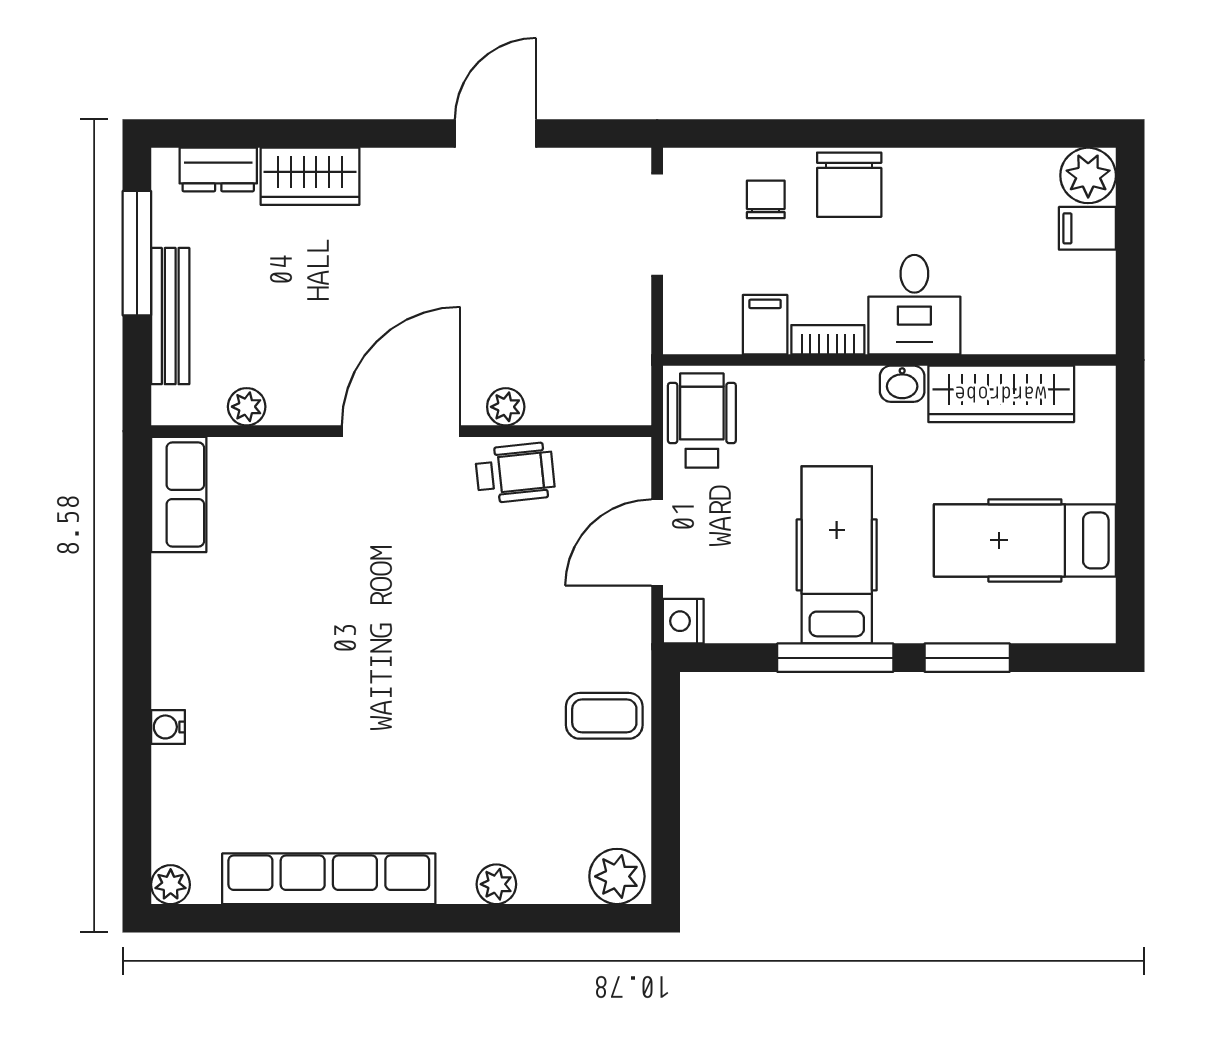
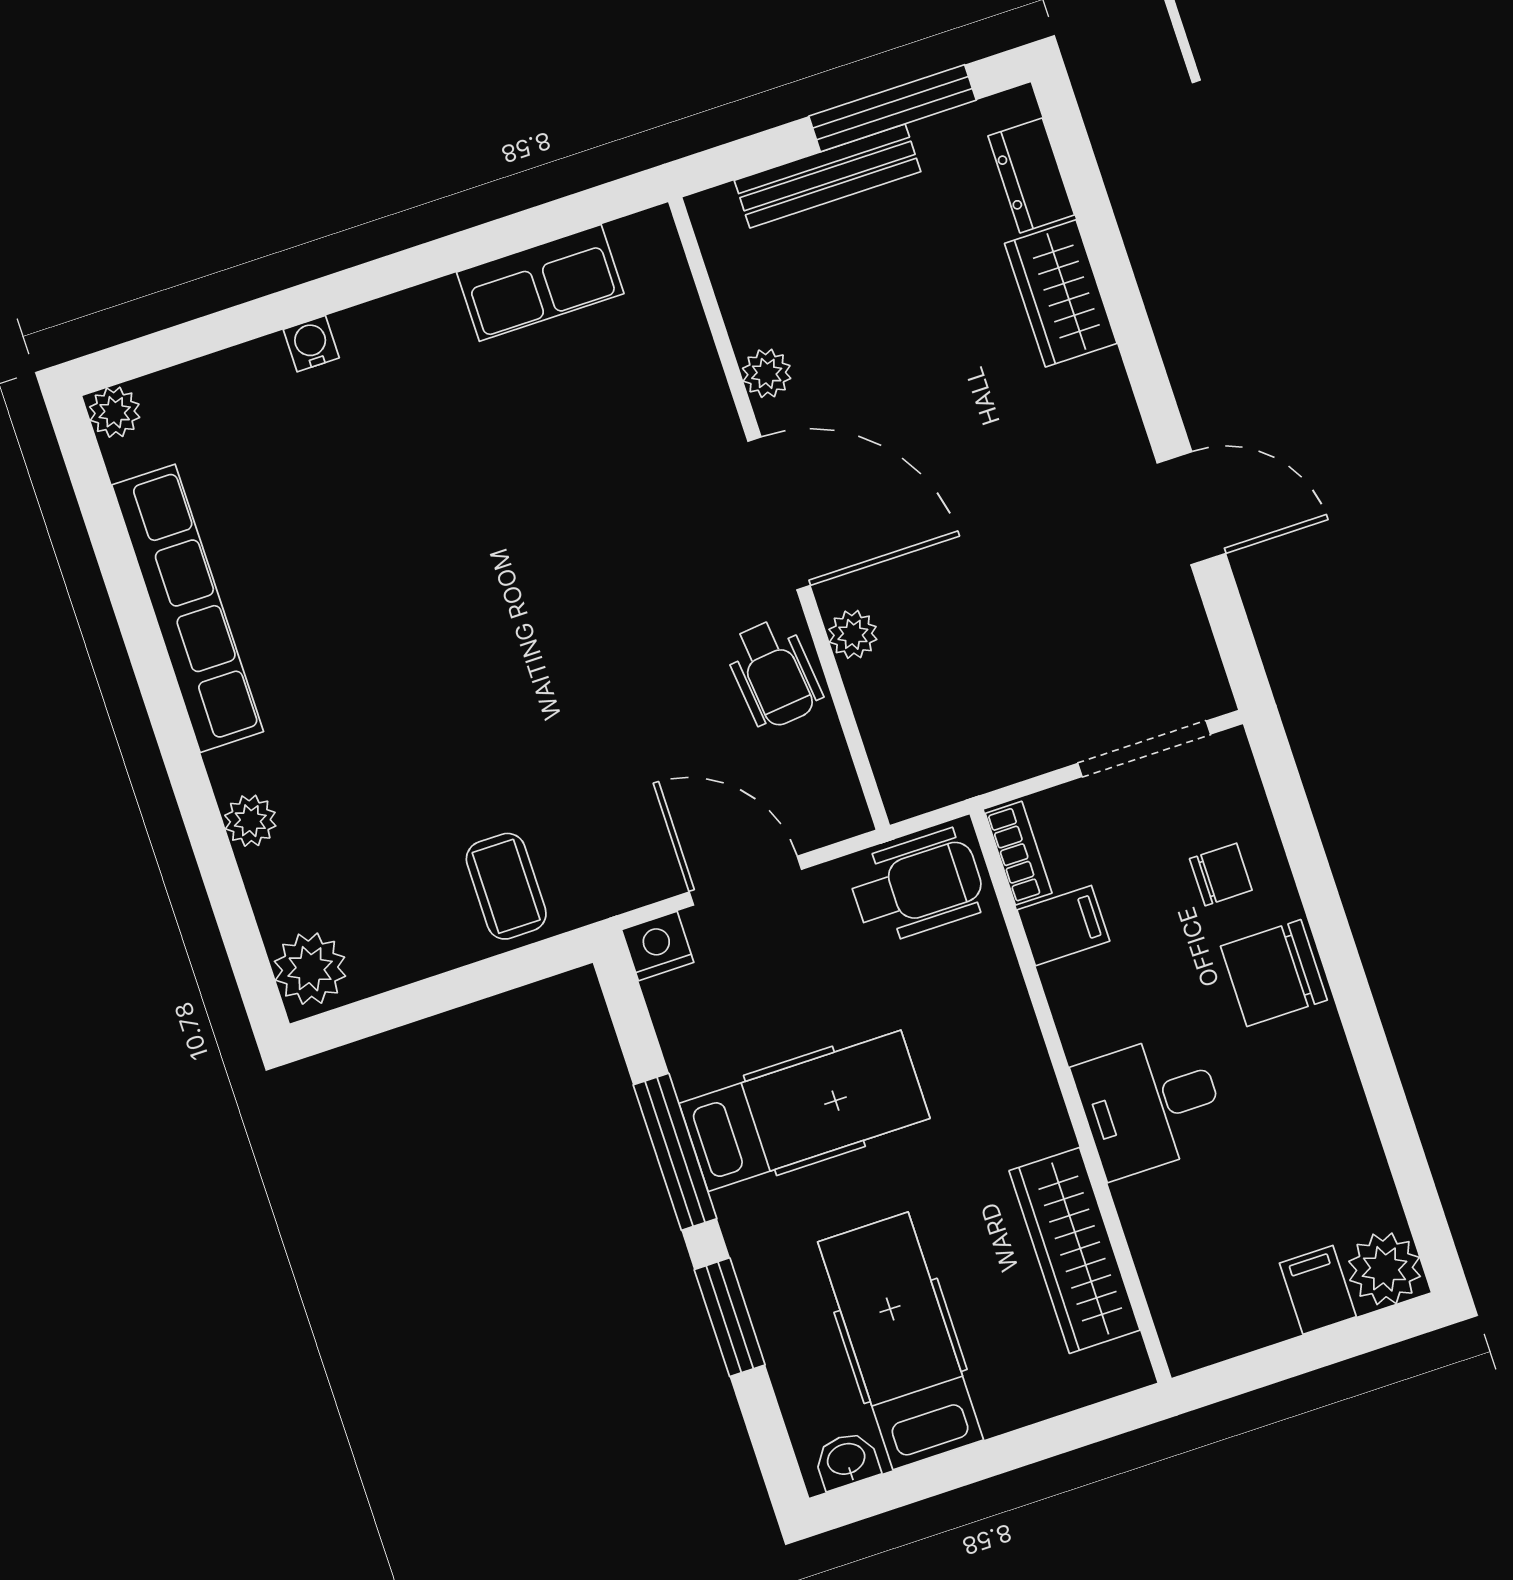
bookcase: (828, 340) -> (1019, 853), moved
washbasin: (902, 384) -> (847, 1460), moved, turned 90
plant: (247, 407) -> (767, 373), moved
row of seats: (179, 495) -> (540, 283), moved

